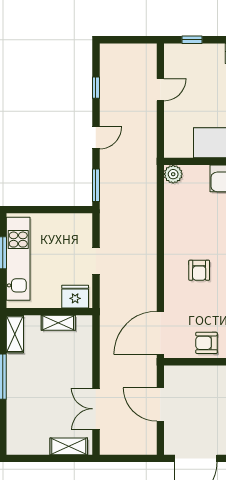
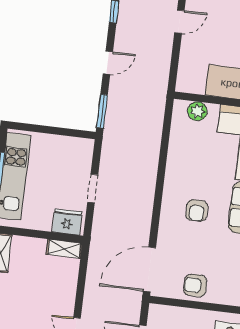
plant: (173, 174) -> (197, 111), moved
shelving: (58, 323) -> (64, 249), moved

